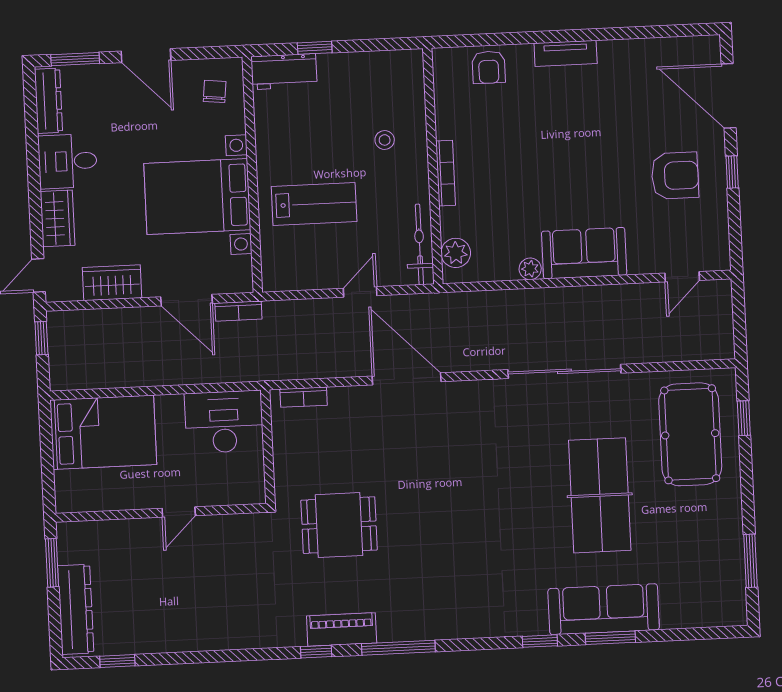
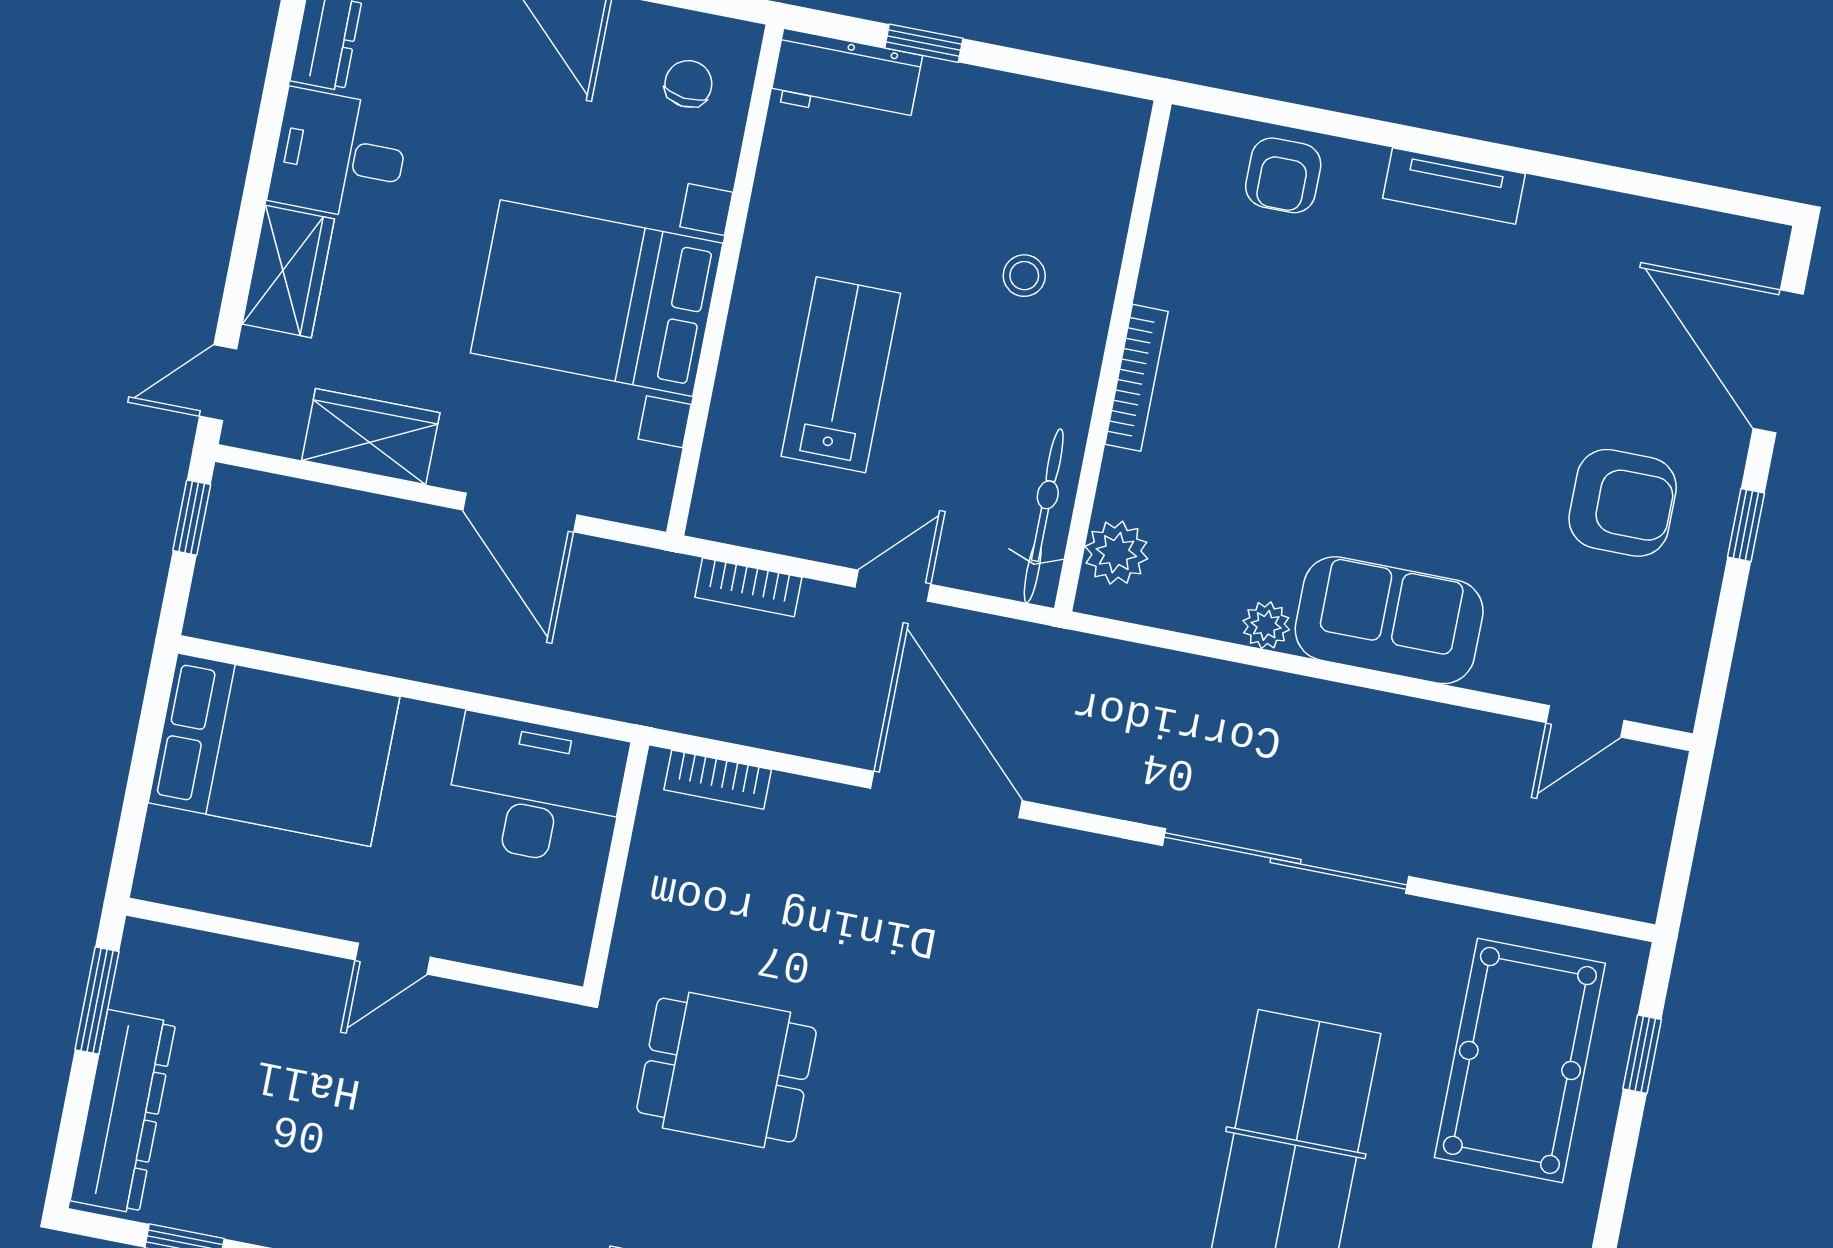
lab bench: (314, 204) -> (841, 375), turned -90
bookcase: (238, 311) -> (748, 587), moved

